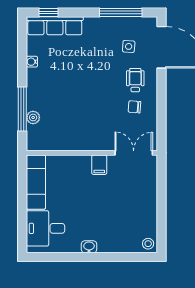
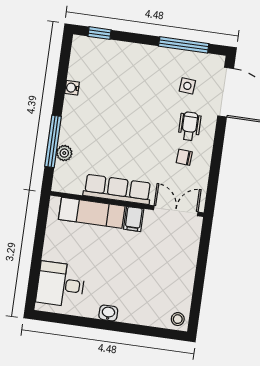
row of seats: (55, 26) -> (117, 189), moved, turned 180
exam couch: (36, 182) -> (92, 213), moved, turned 90

